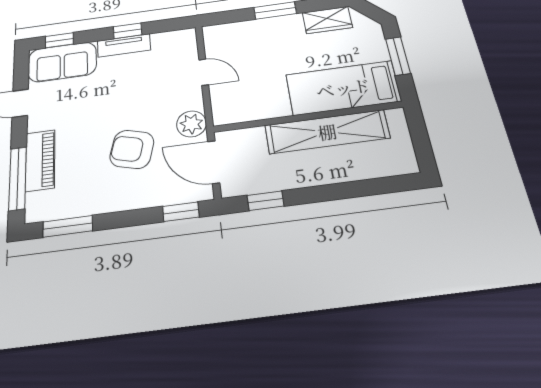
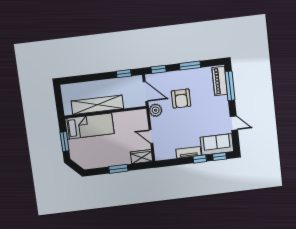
wardrobe: (327, 20) -> (141, 157), moved
window: (128, 31) -> (200, 159), moved
armchair: (132, 149) -> (181, 99), turned 75
piano: (40, 160) -> (220, 81), moved
window: (68, 226) -> (190, 66), moved

